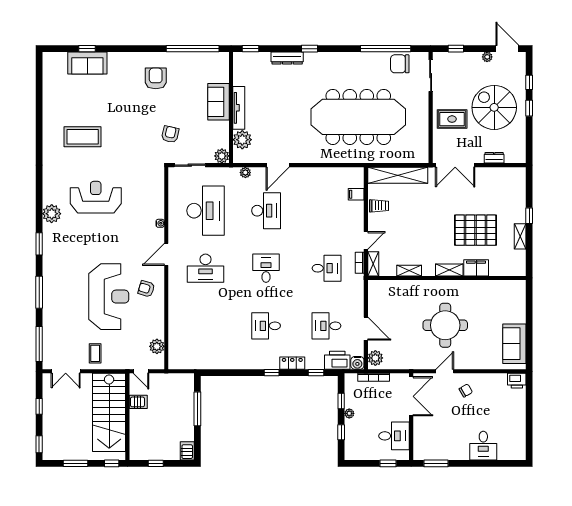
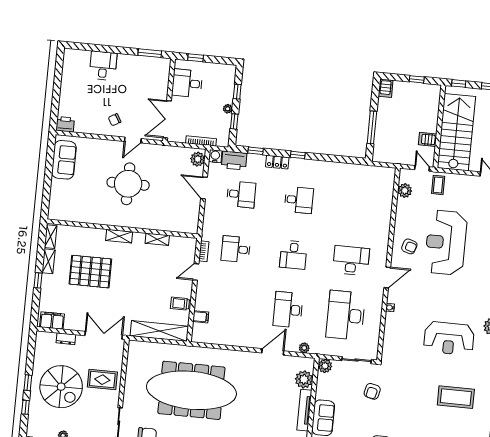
shelving: (373, 264) -> (51, 237), moved
filing cabinet: (476, 268) -> (52, 321), moved, turned 180
coffee table: (95, 353) -> (438, 185), moved

